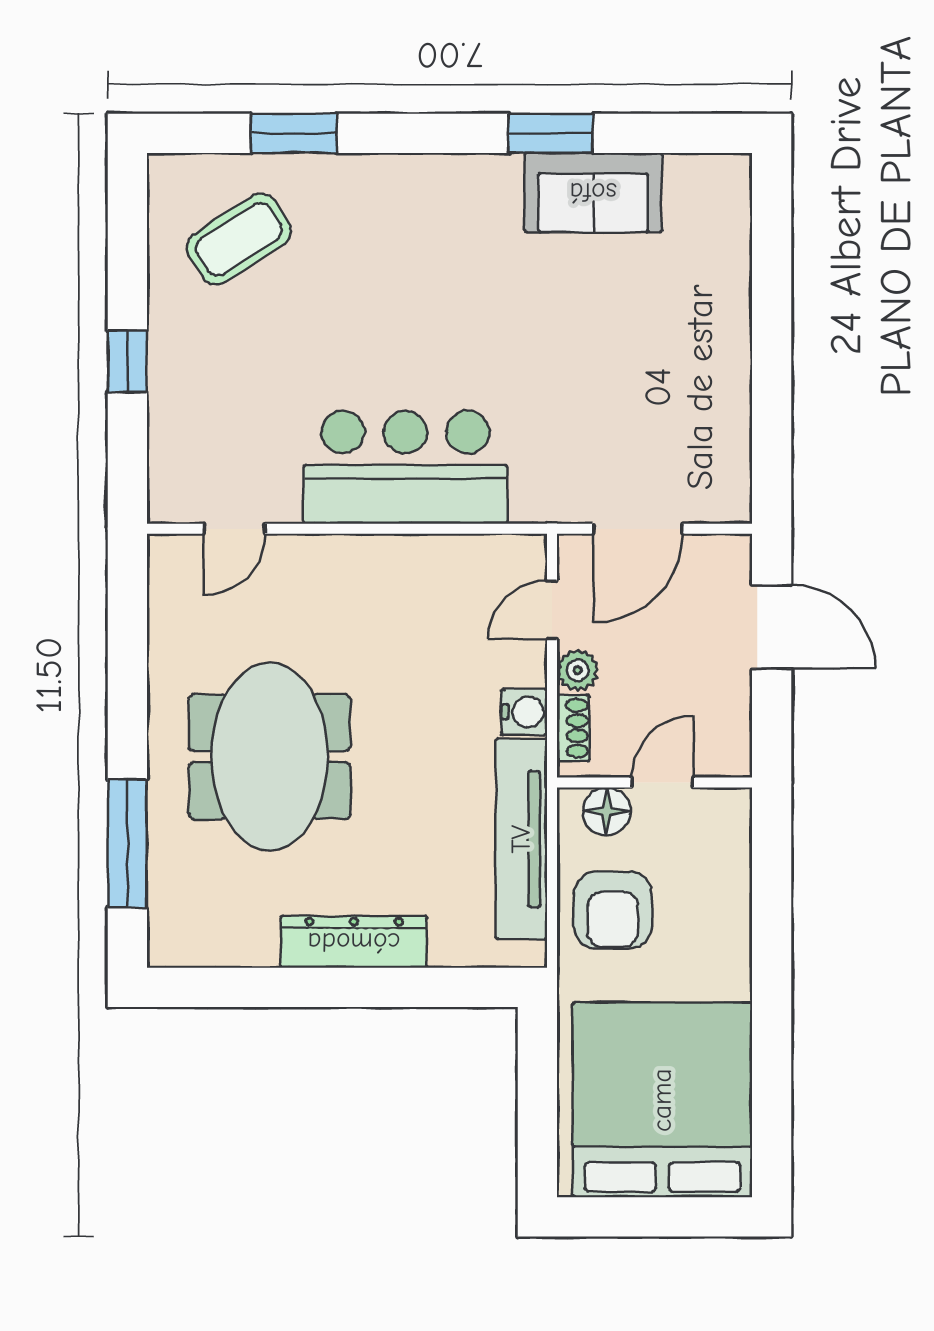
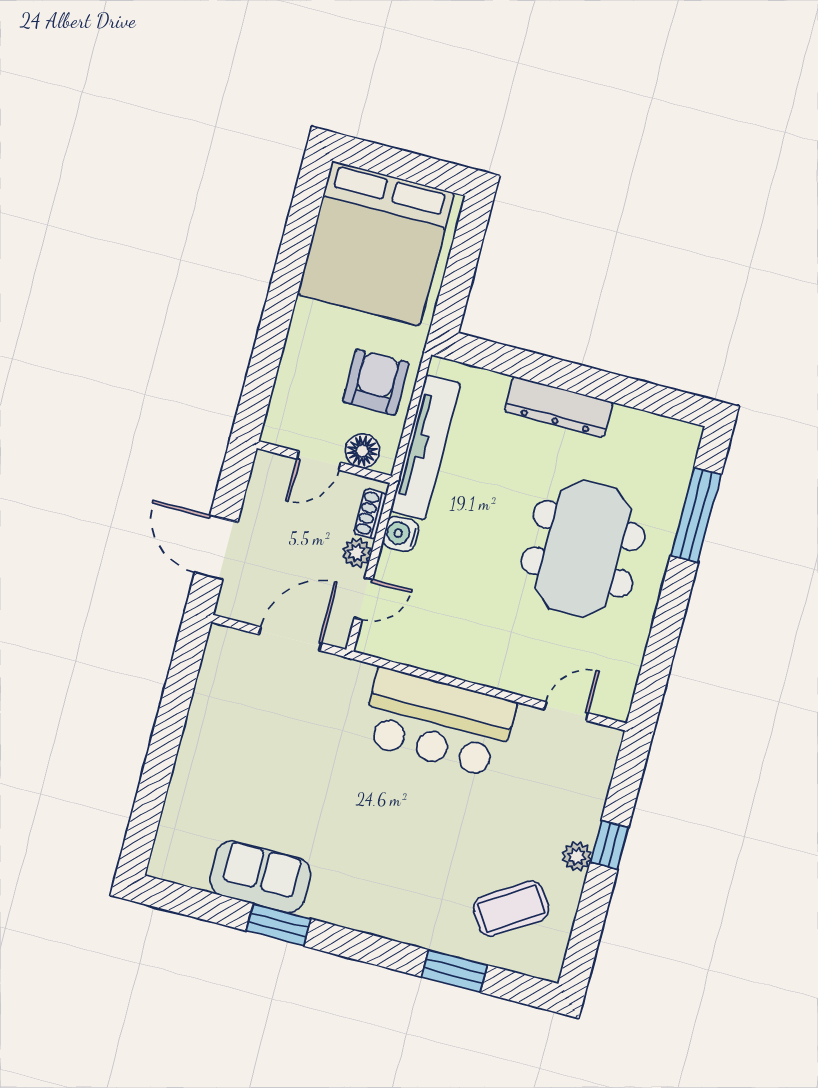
plant: (168, 334) -> (577, 856), added

